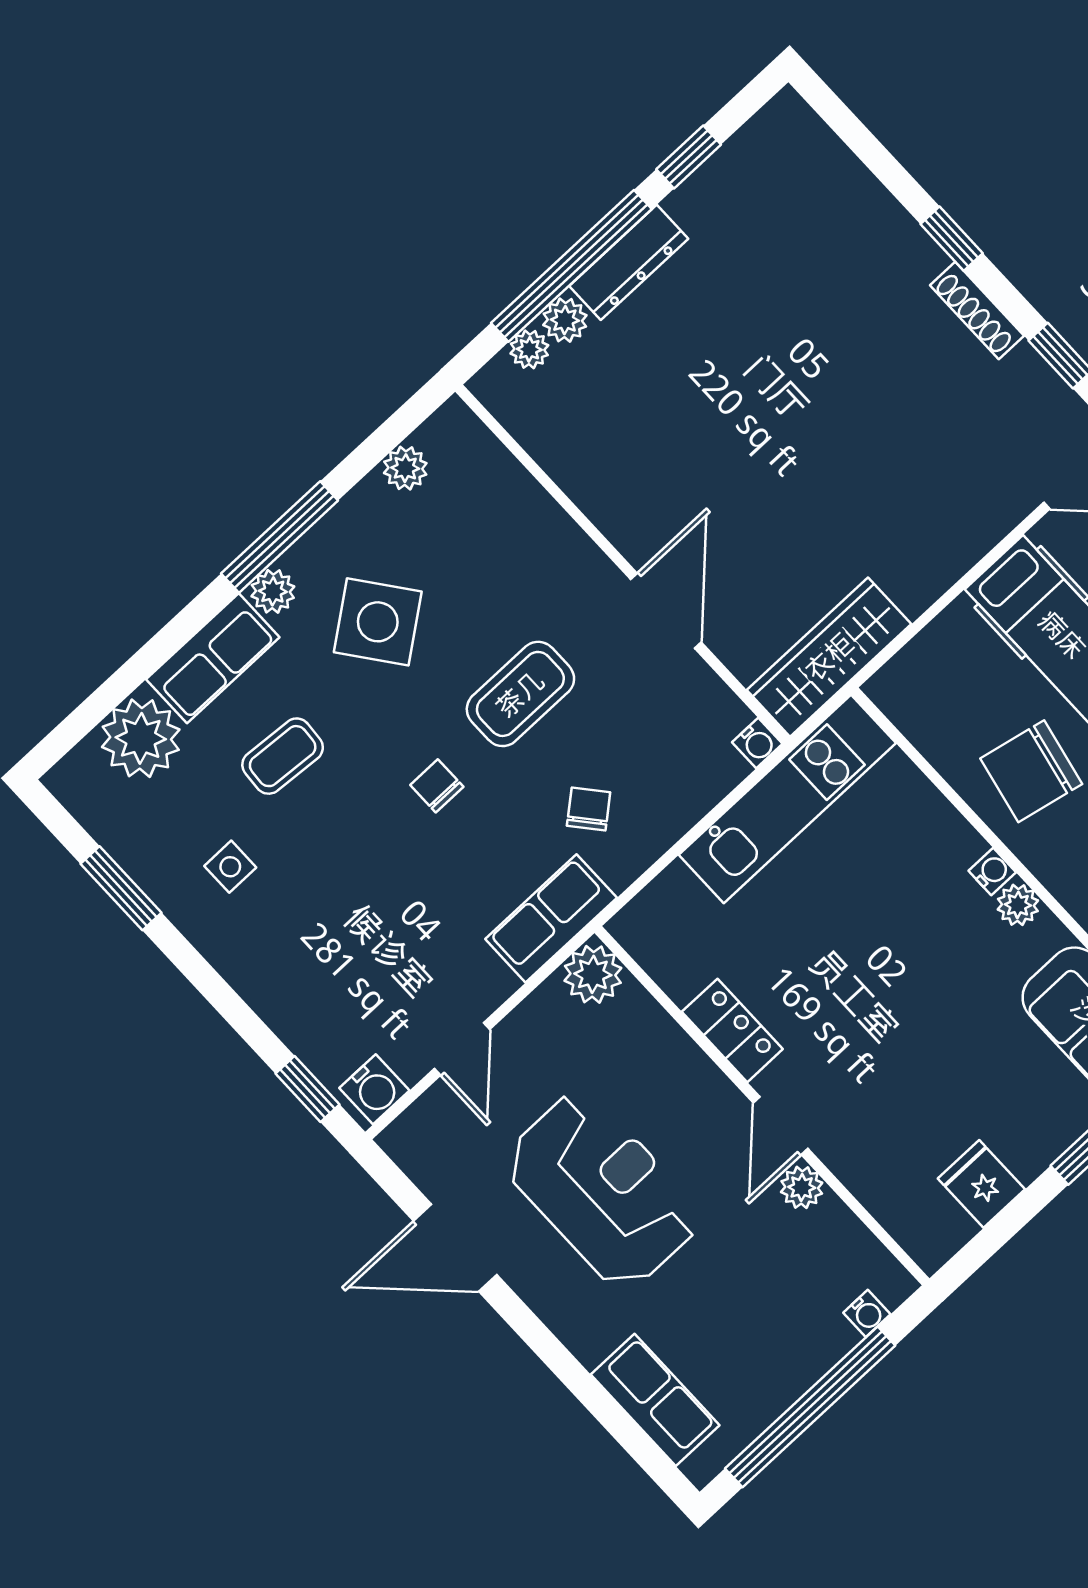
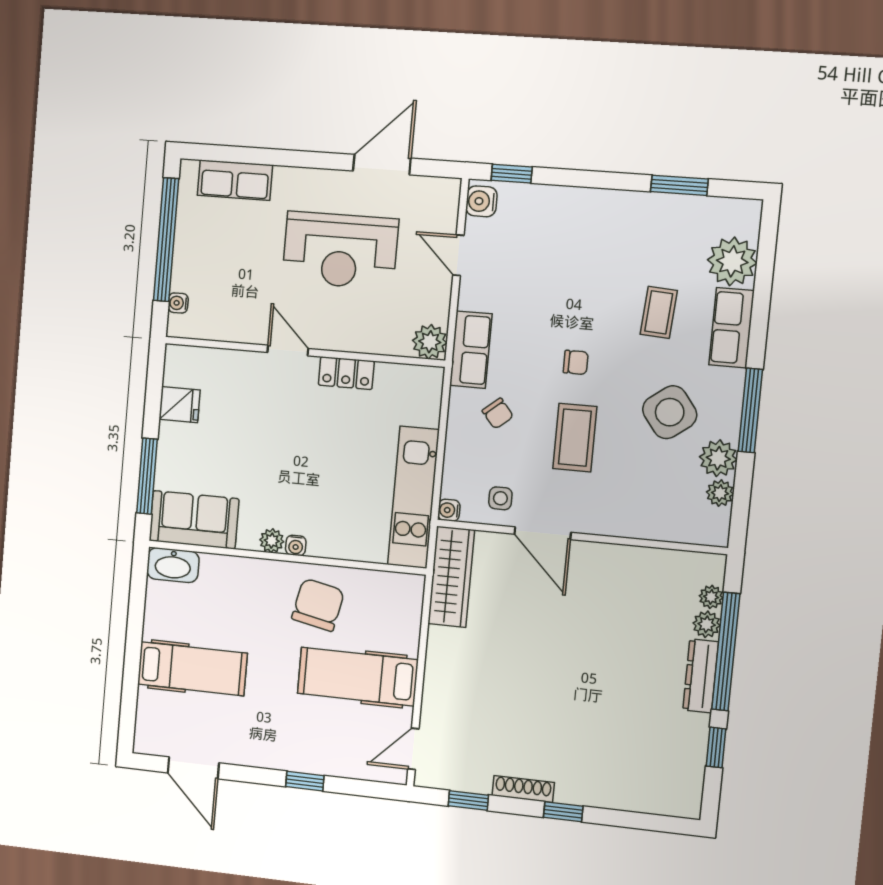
plant: (273, 591) -> (718, 458), moved, width x1.38, depth x1.38
side table: (230, 867) -> (500, 498), moved
plant: (802, 1187) -> (255, 332), removed

